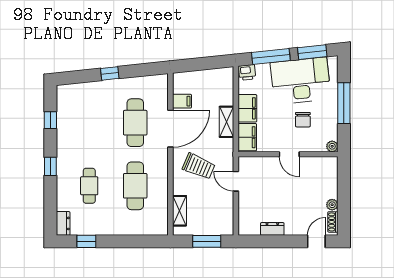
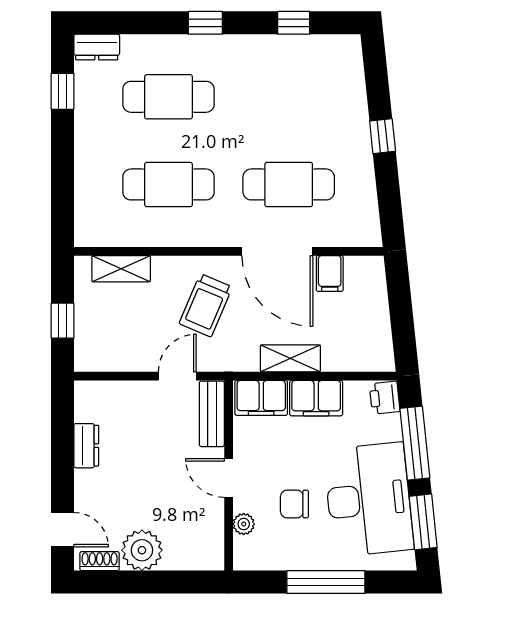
plant: (332, 146) -> (244, 524), moved
door: (289, 154) -> (229, 478), hinge flipped
bench: (256, 163) -> (212, 414), added
cafe table: (89, 186) -> (168, 97), width x1.37, depth x1.35
plant: (332, 205) -> (142, 550), width x1.88, depth x1.88
window: (207, 241) -> (63, 321), width x0.67

